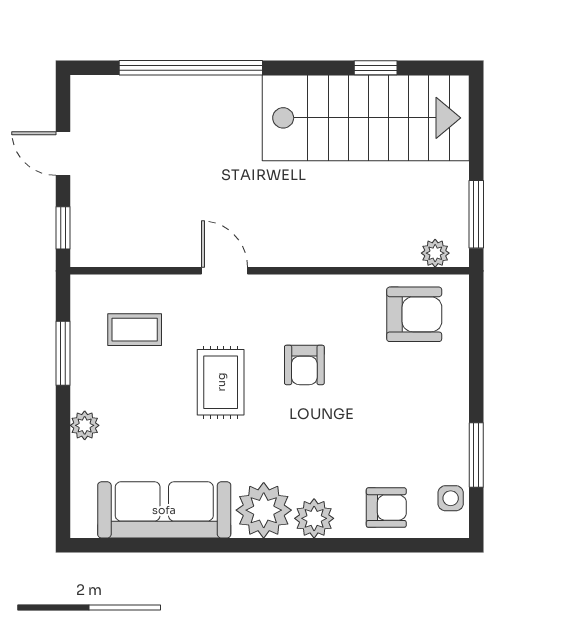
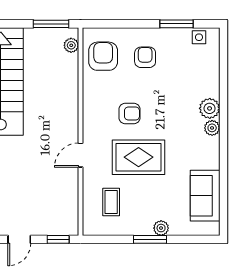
window: (63, 353) -> (150, 239), moved
rug: (221, 382) -> (139, 157), width x1.36, depth x1.43
armchair: (386, 508) -> (145, 57), moved
sofa: (164, 510) -> (205, 196), width x0.73
plant: (264, 510) -> (212, 128), width x0.53, depth x0.53

